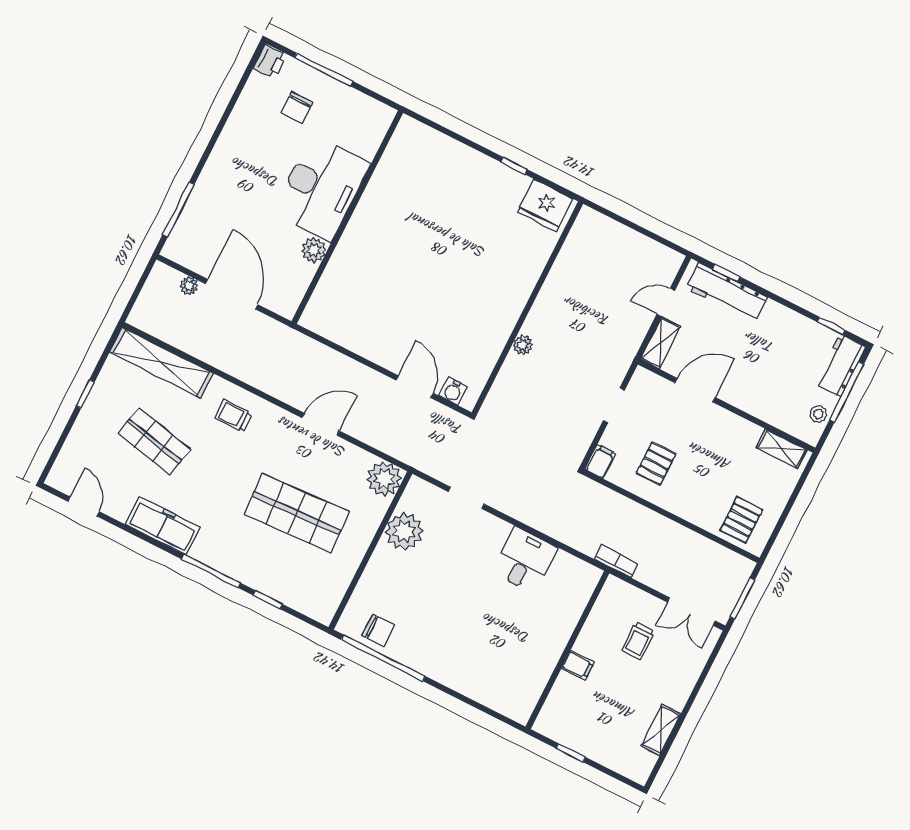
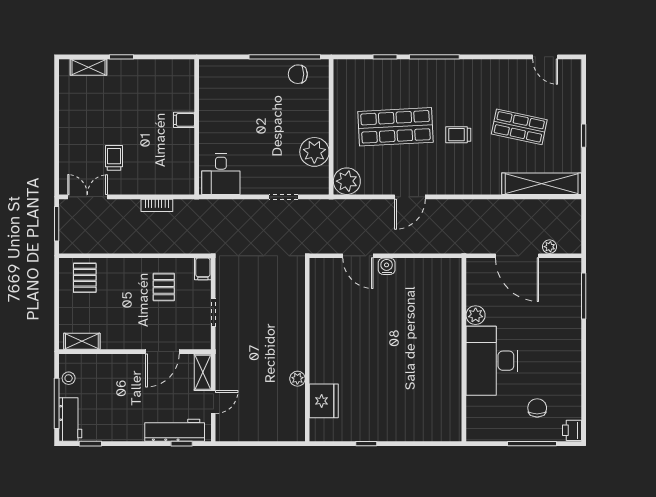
fridge: (545, 205) -> (324, 401), moved, turned 90
plant: (523, 345) -> (297, 379), moved
water cooler: (453, 391) -> (387, 266), moved
trolley: (233, 416) -> (458, 135), moved, turned 180
freezer: (163, 526) -> (484, 71), removed
wall: (567, 650) -> (197, 127), moved
filing cabinet: (578, 665) -> (184, 120), moved
shelving: (661, 730) -> (88, 67), moved, turned 90

